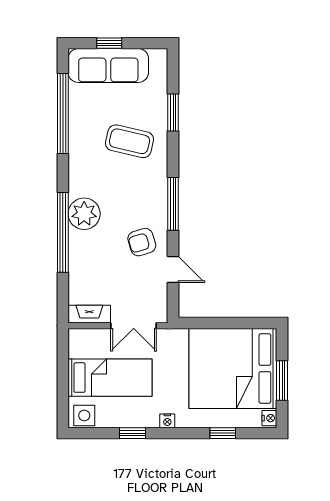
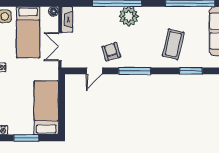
floor lamp: (76, 336) -> (53, 11), added
bed: (233, 368) -> (46, 108), width x0.49

